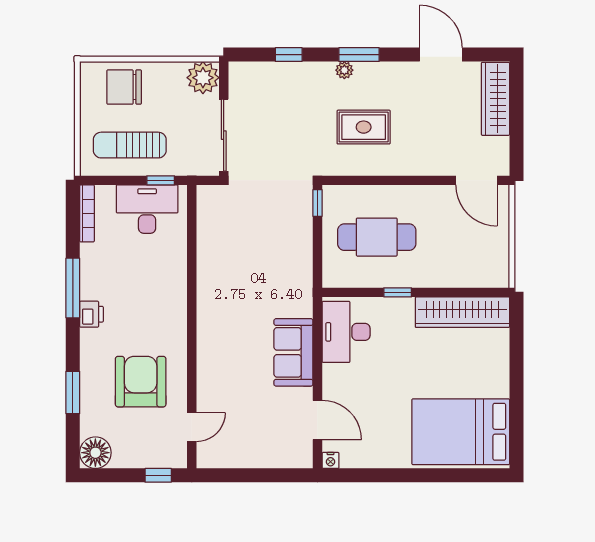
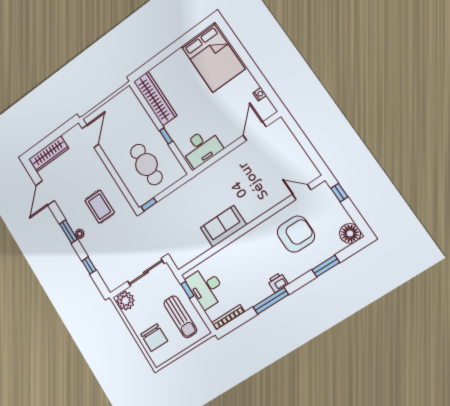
sofa: (293, 352) -> (223, 226), moved, turned 180
armchair: (141, 382) -> (296, 234), turned 180
nightstand: (331, 460) -> (260, 94), moved

